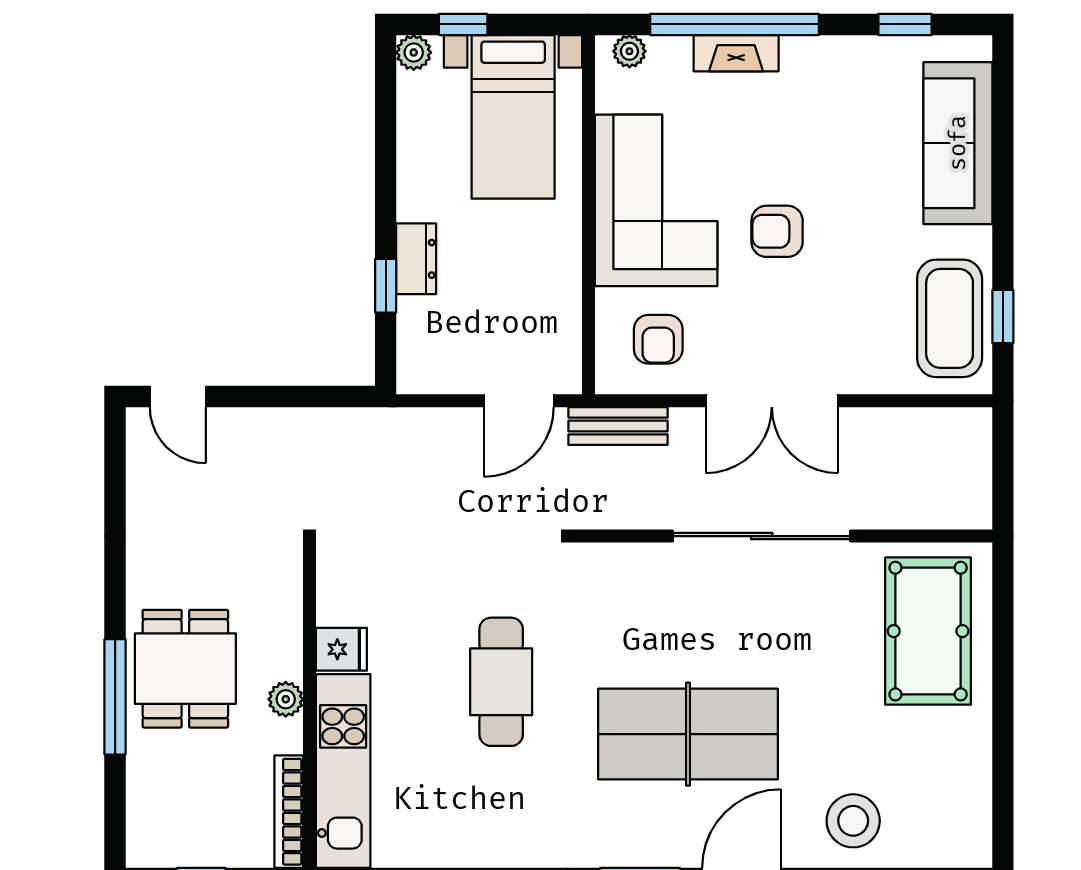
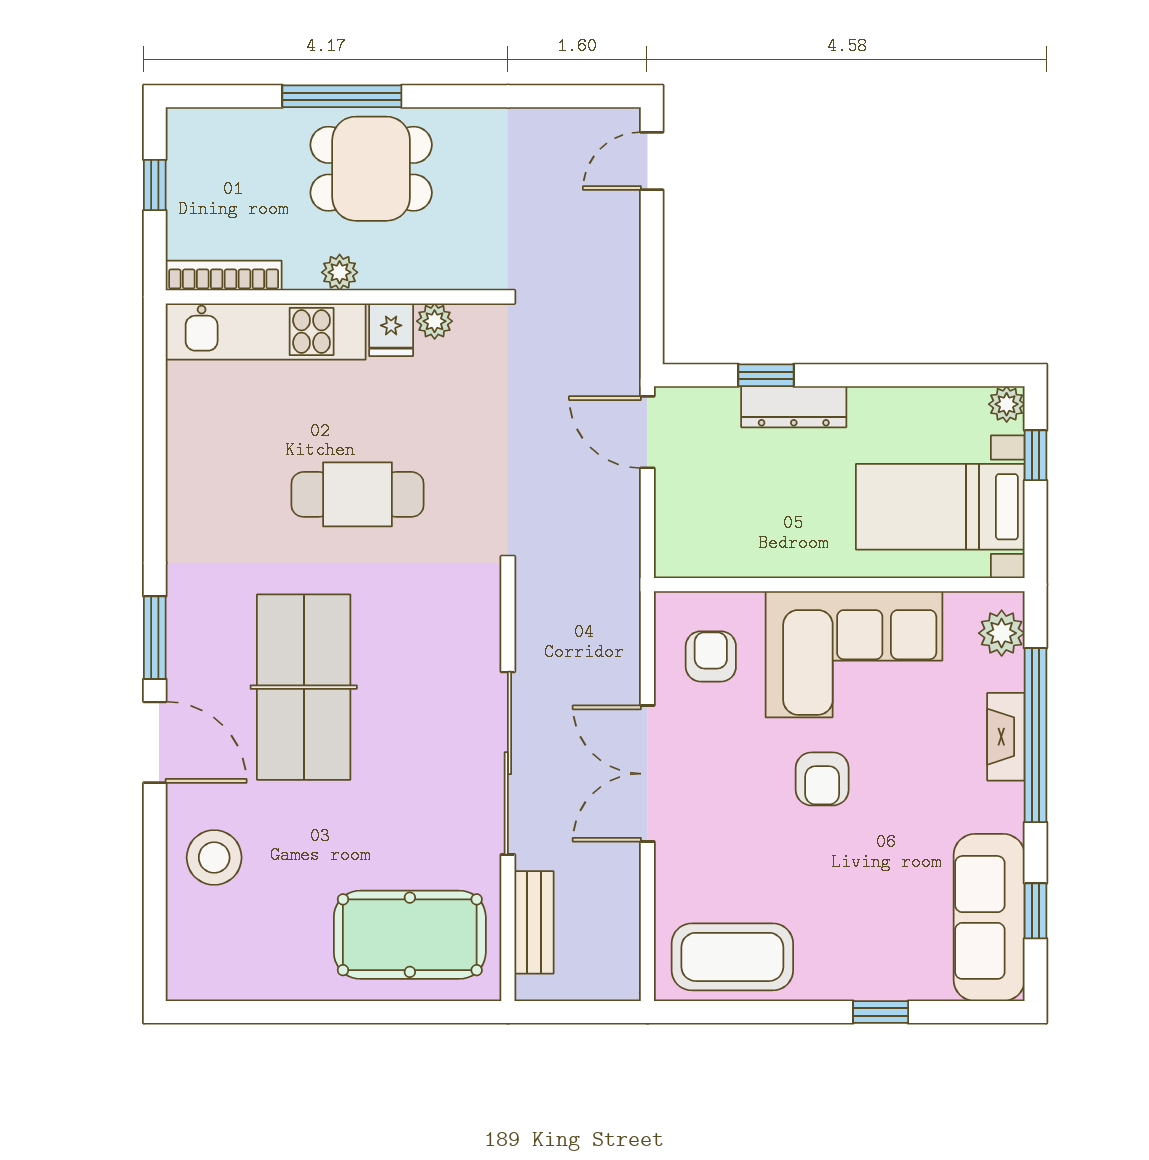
plant: (629, 51) -> (1002, 633), width x1.38, depth x1.38
sofa: (958, 143) -> (989, 917), moved, turned -90
armchair: (777, 231) -> (822, 779), turned 180
dresser: (416, 259) -> (794, 407), width x1.44
window: (1003, 316) -> (881, 1012), moved
armchair: (658, 339) -> (711, 656), turned 90
door: (519, 401) -> (647, 432), moved
bench: (618, 426) -> (534, 922), moved
plant: (333, 607) -> (435, 321), added

